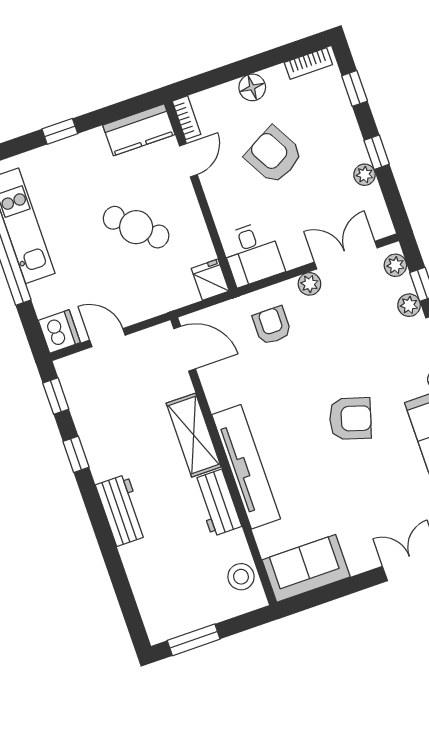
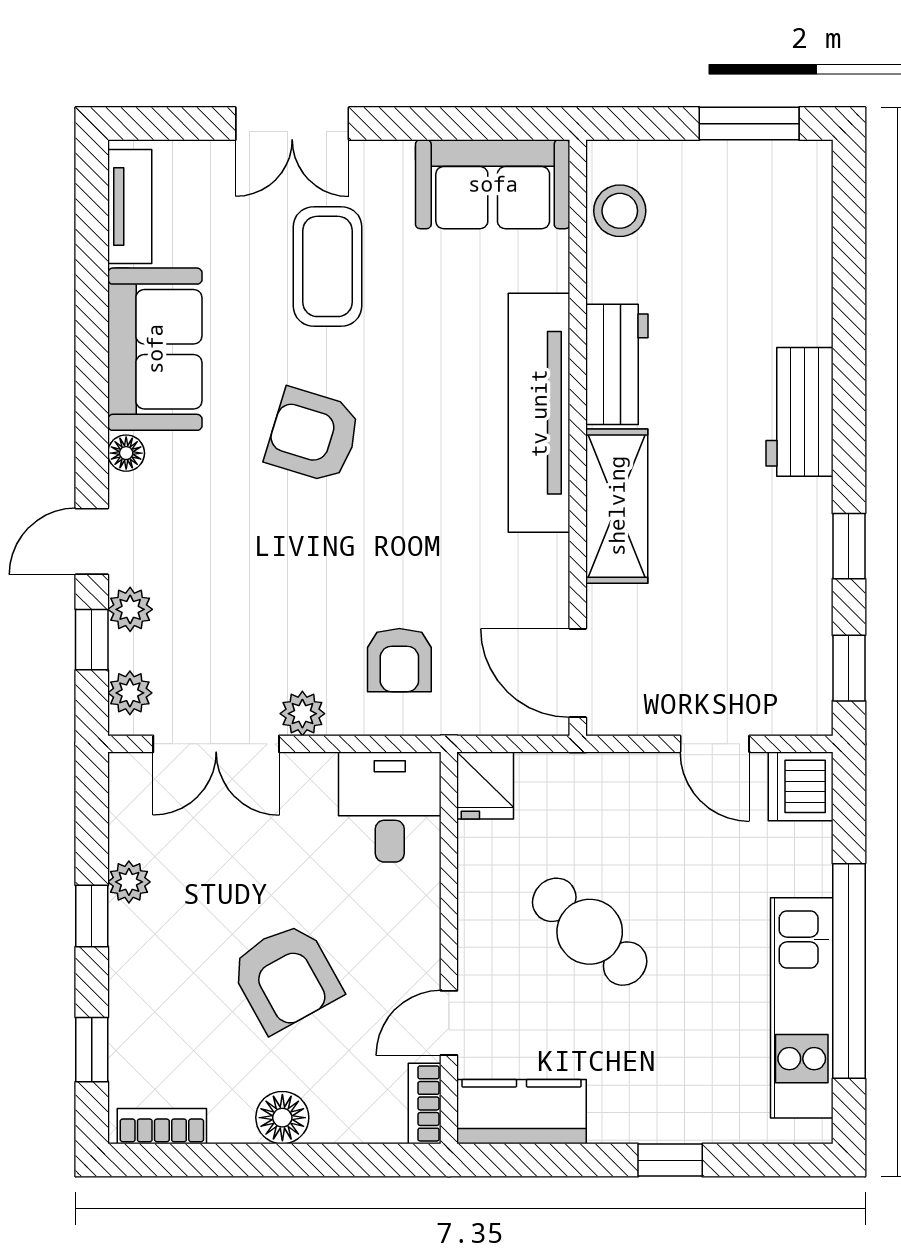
coffee table: (371, 502) -> (327, 266), added

